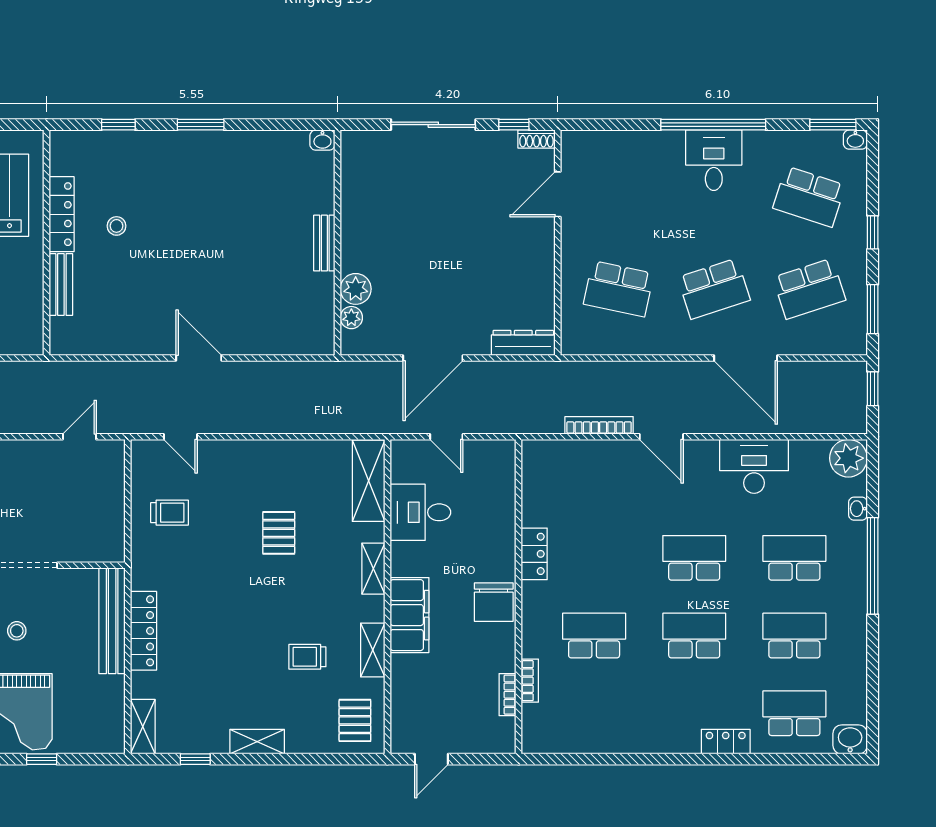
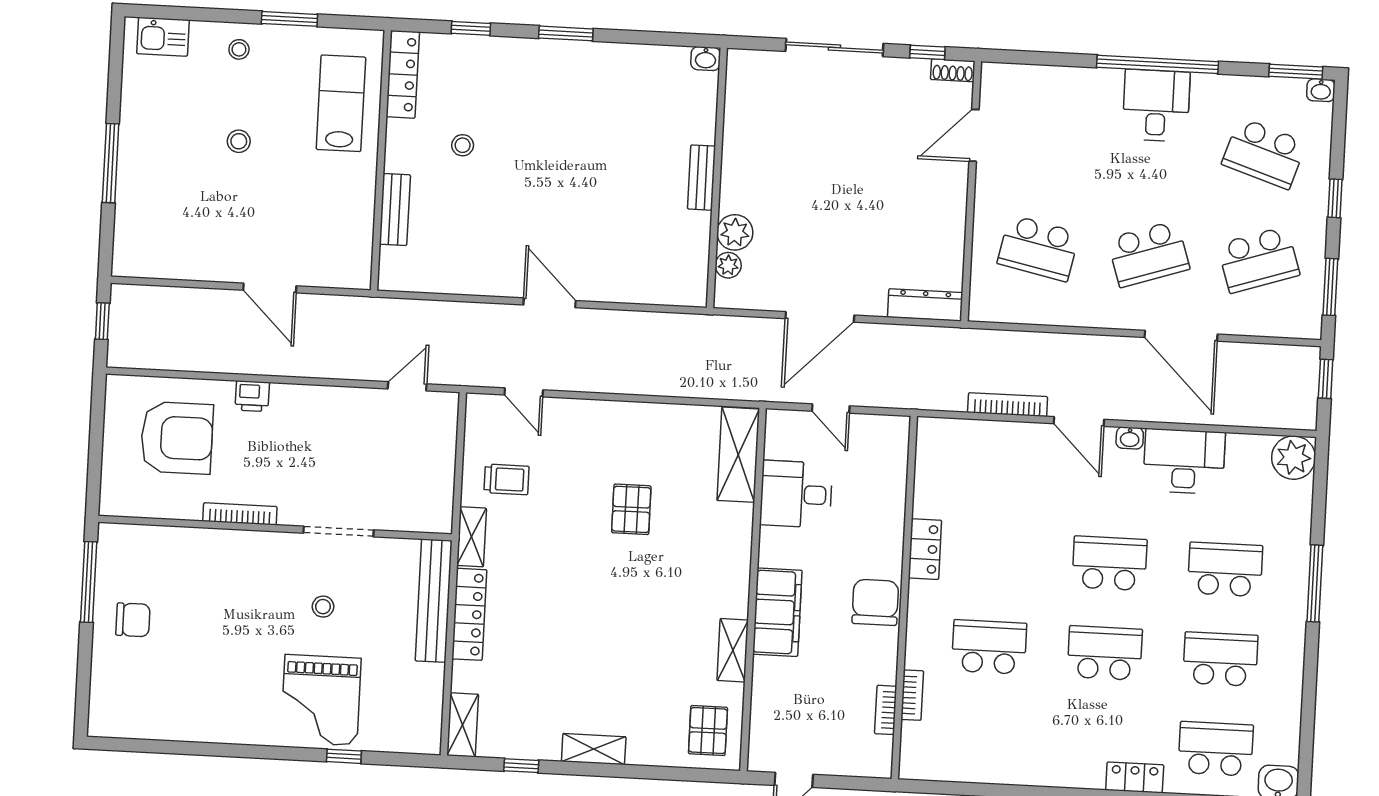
locker: (62, 214) -> (403, 74), moved
washbasin: (858, 509) -> (1130, 438), moved, turned -90
window: (873, 566) -> (1315, 583), width x0.68
shelving: (373, 569) -> (472, 537), moved
chair: (494, 602) -> (875, 602), turned 180
trolley: (307, 657) -> (657, 654), removed

